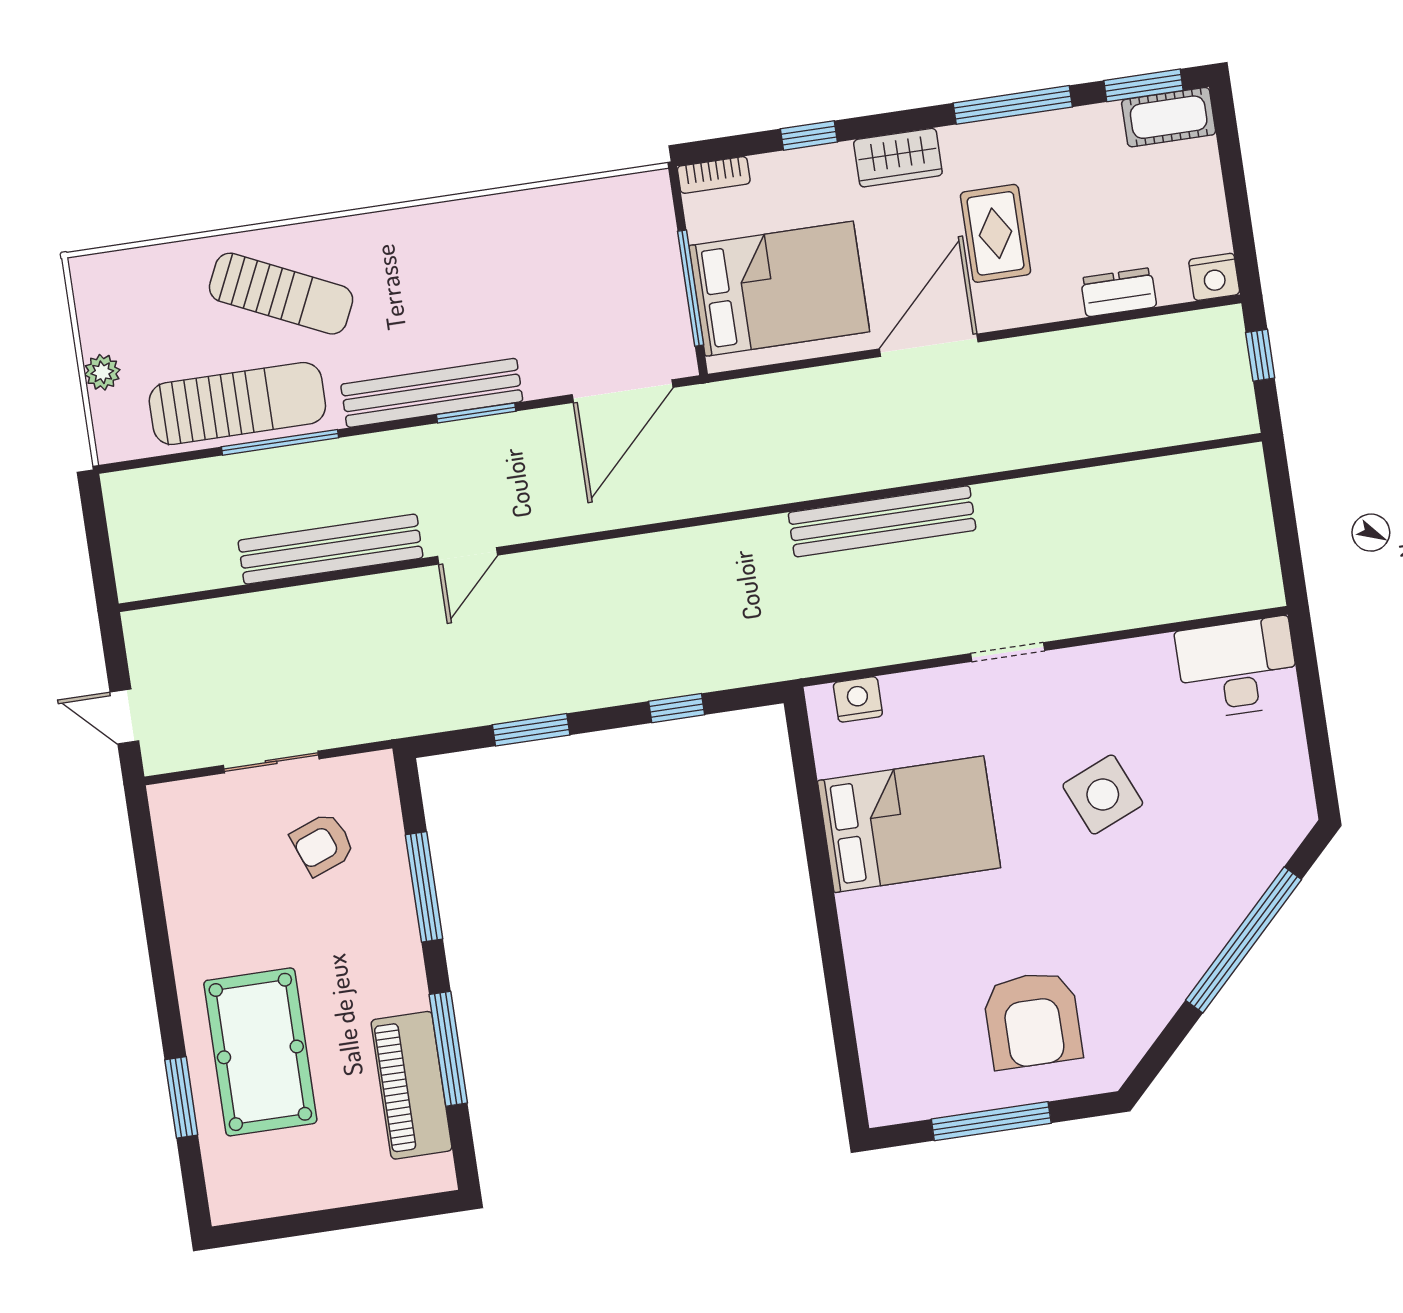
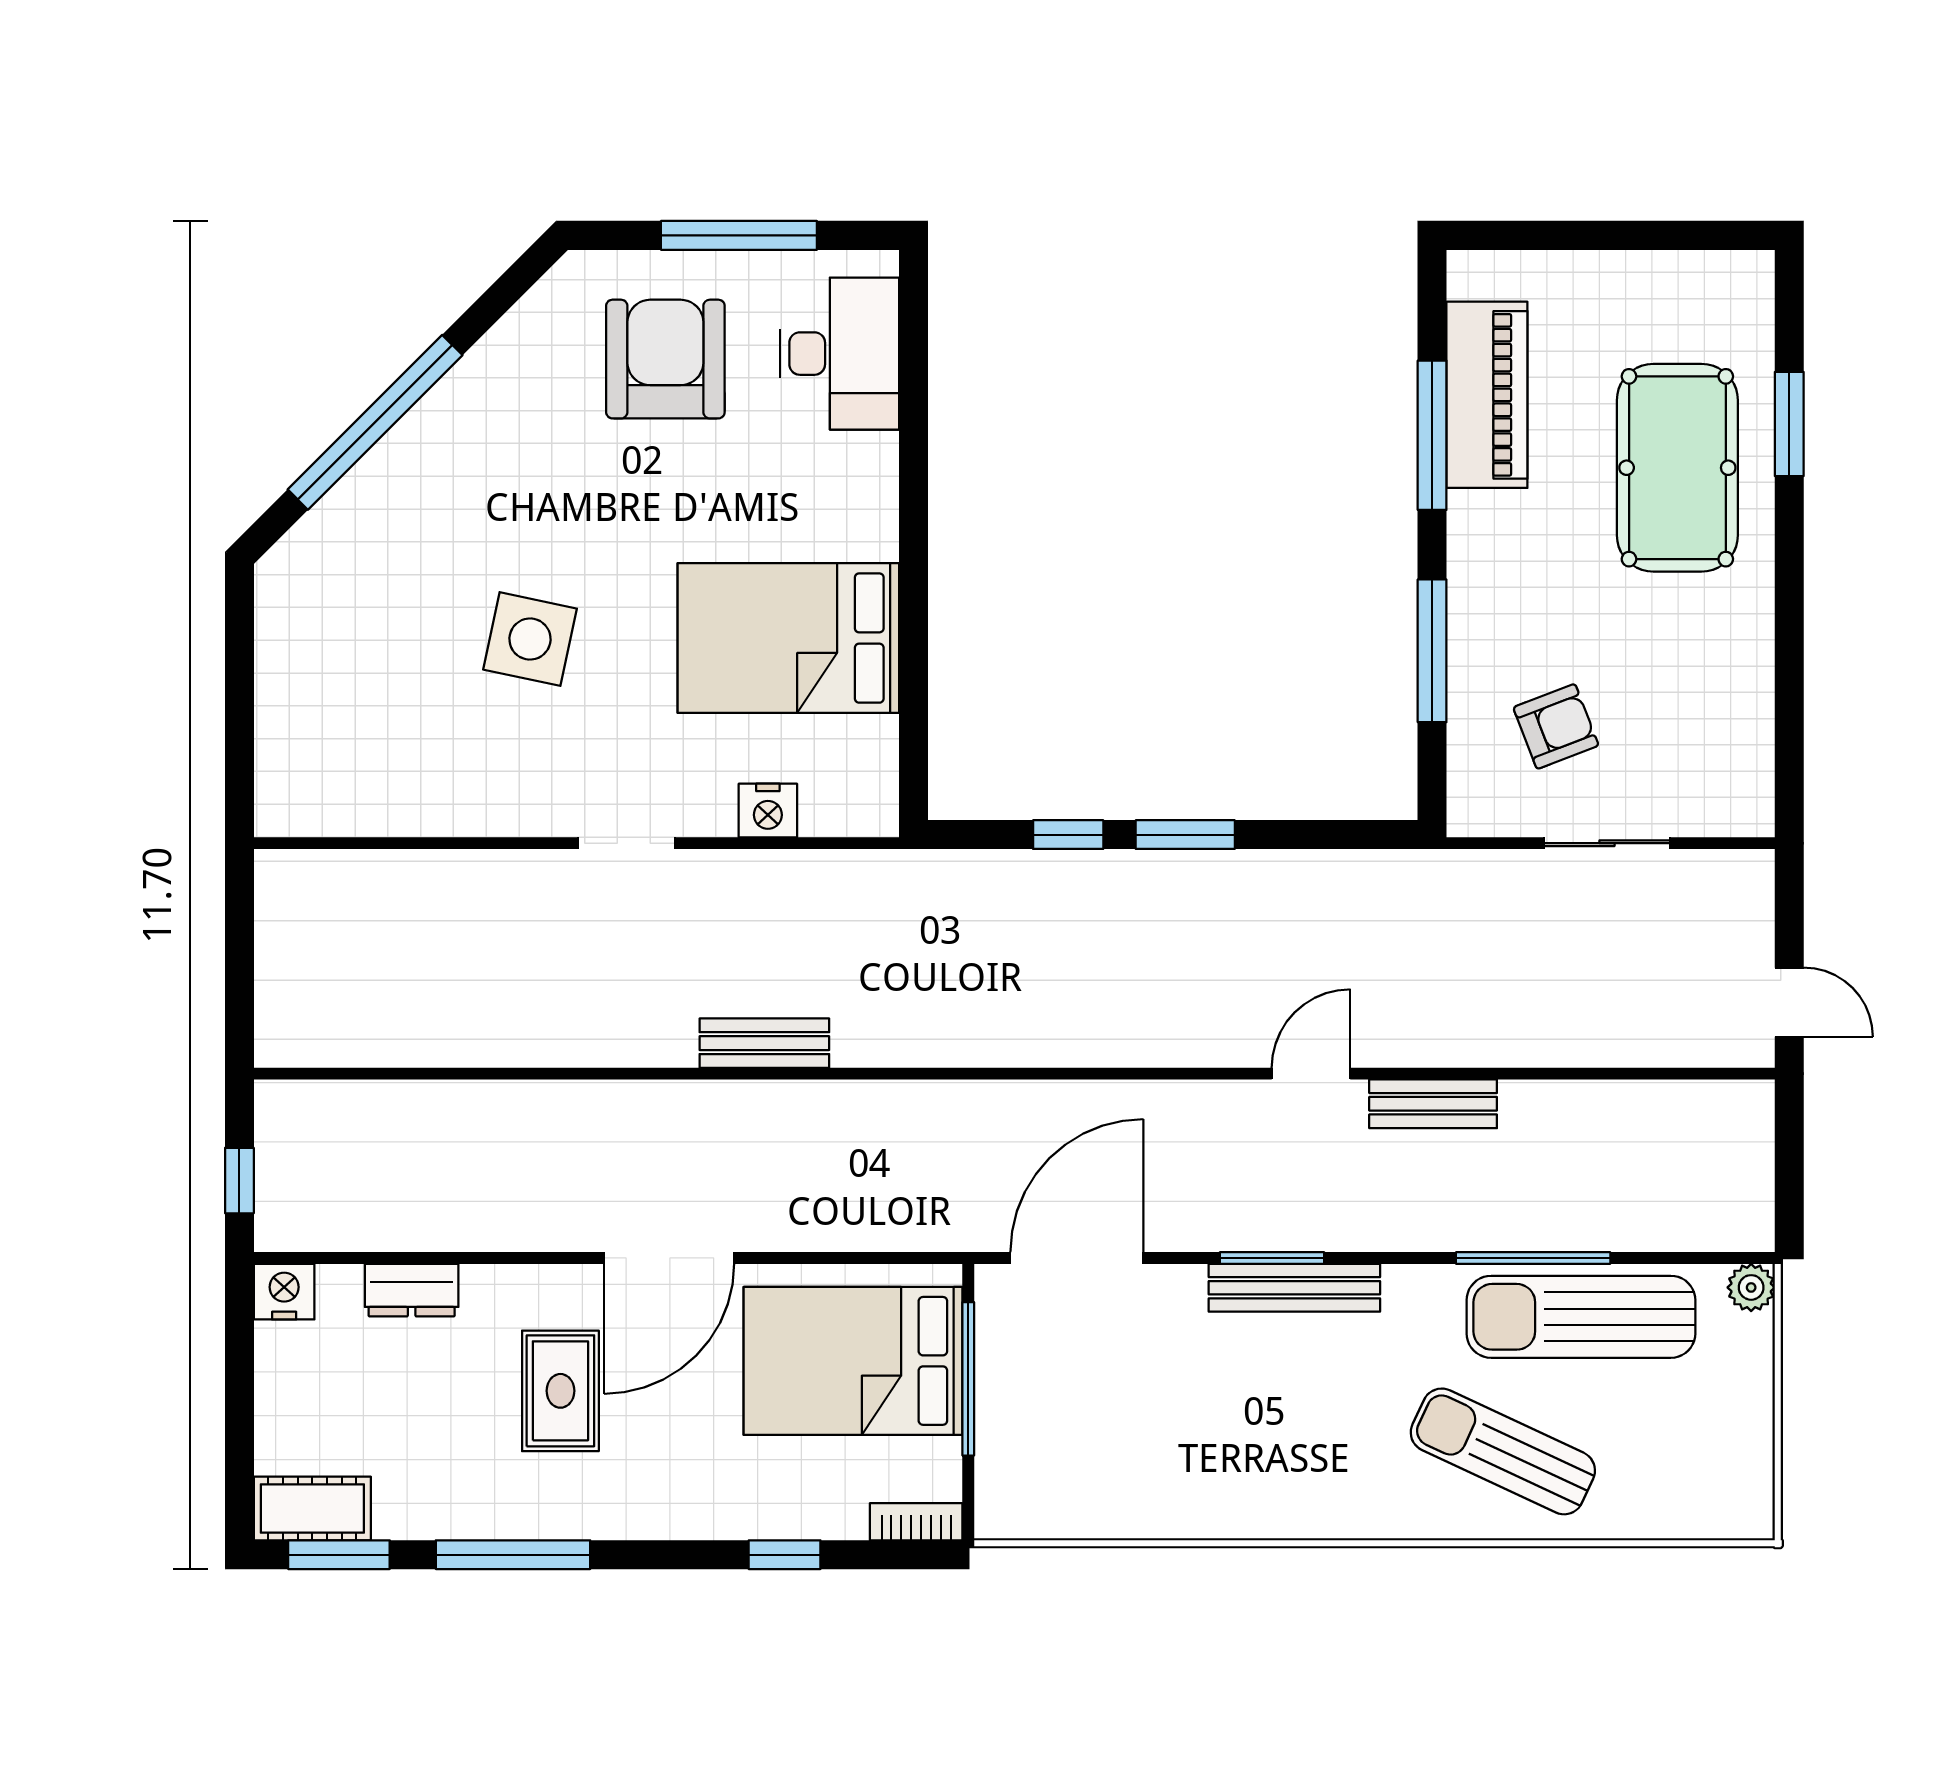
wardrobe: (898, 158) -> (673, 1508), removed
plant: (102, 372) -> (1751, 1287), moved
bench: (432, 393) -> (1294, 1288), width x0.73, depth x0.82
bench: (882, 521) -> (764, 1043), width x0.54, depth x0.82
bench: (330, 549) -> (1433, 1104), width x0.54, depth x0.82
desk: (1238, 668) -> (839, 354), moved, turned -90
nightstand: (858, 699) -> (768, 811), moved
door: (124, 716) -> (1789, 1002), moved
window: (531, 730) -> (1185, 835), moved
side table: (1103, 794) -> (530, 639), turned 35

